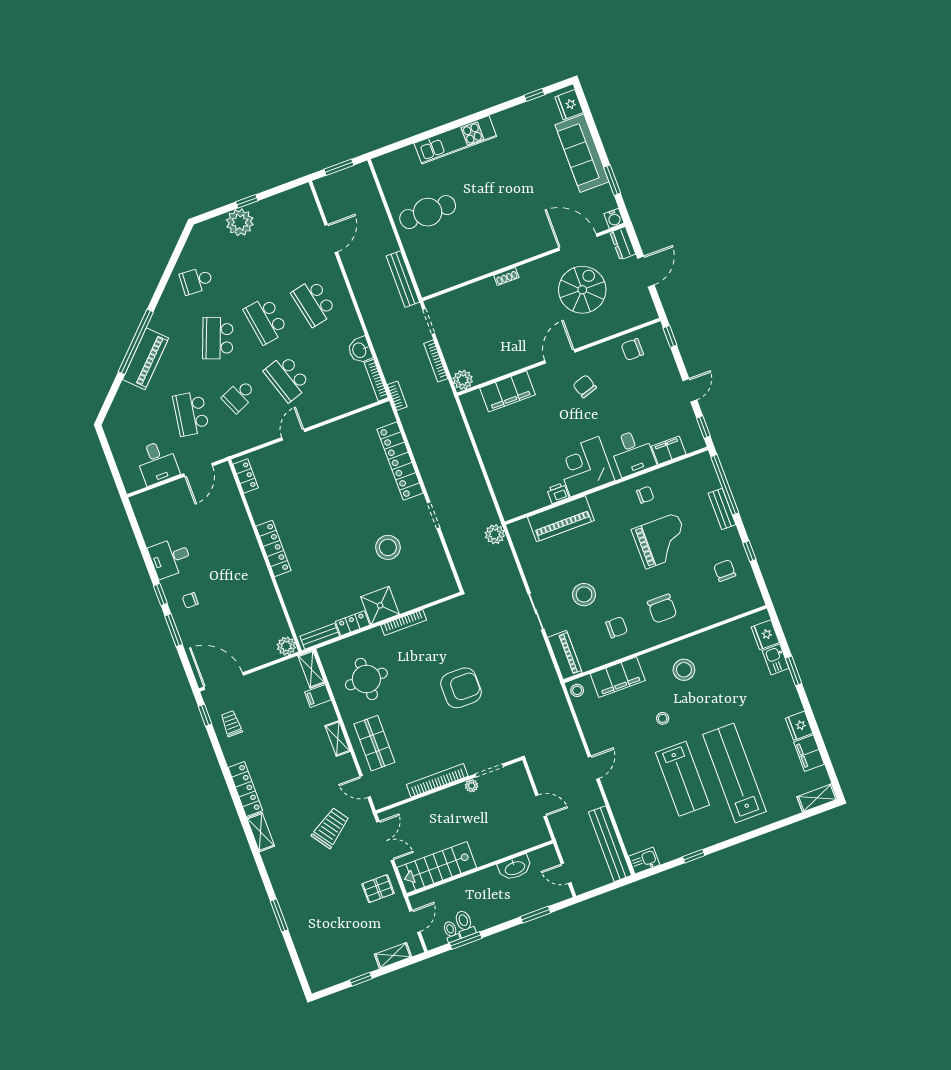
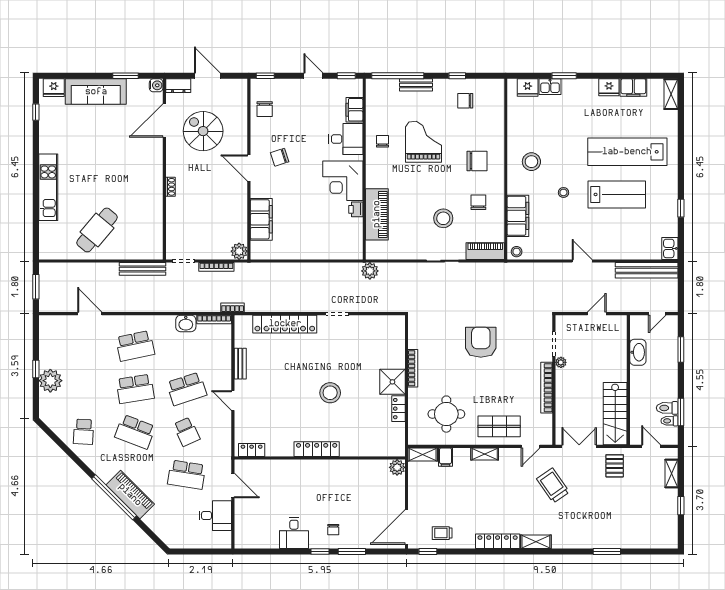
cafe table: (428, 212) -> (97, 230), turned 40
stool: (388, 547) -> (330, 393), moved
bench: (320, 636) -> (240, 364), moved

